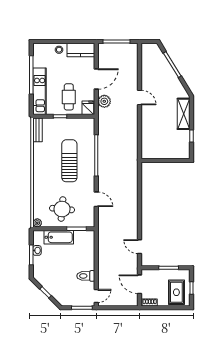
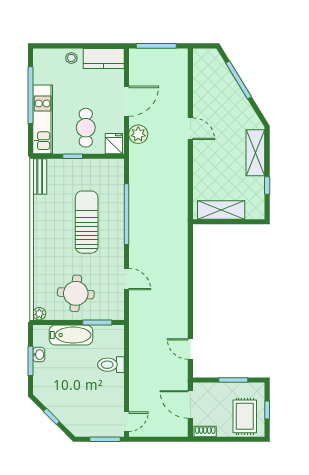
shelving: (160, 153) -> (221, 210), added
toilet: (86, 276) -> (111, 365), moved

